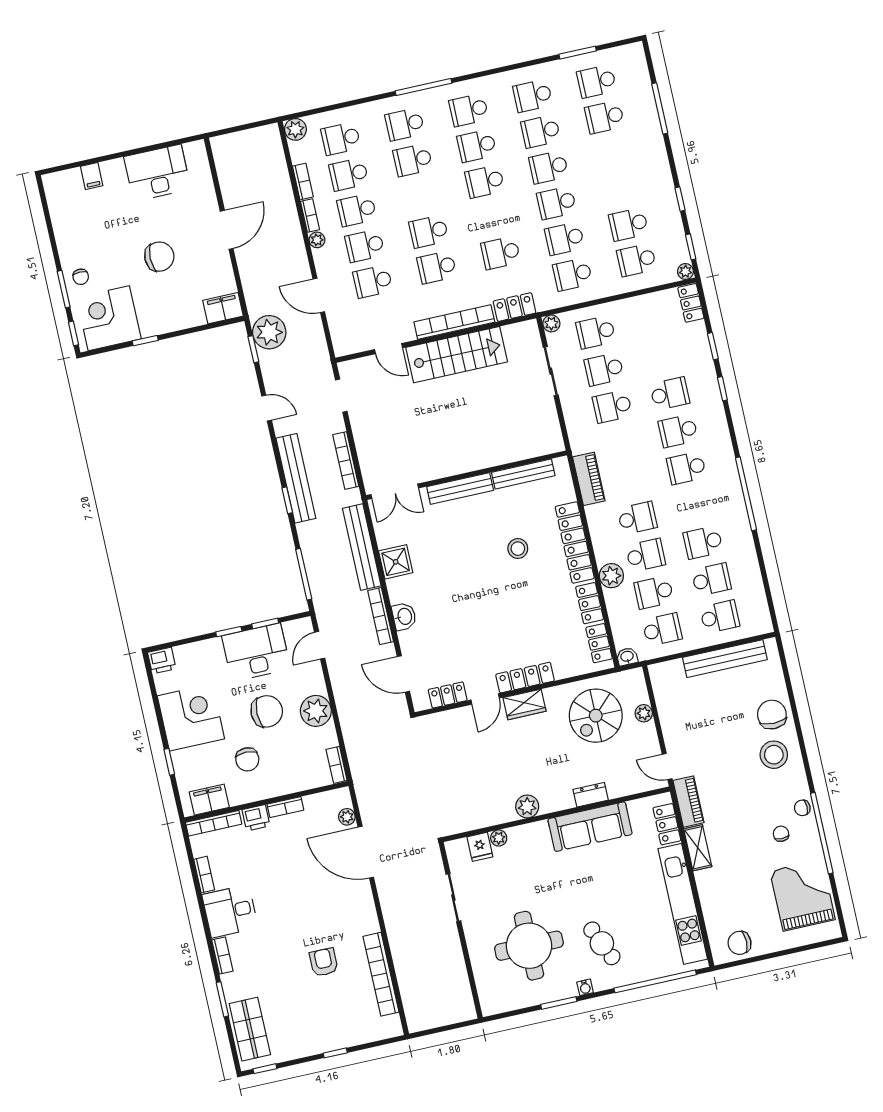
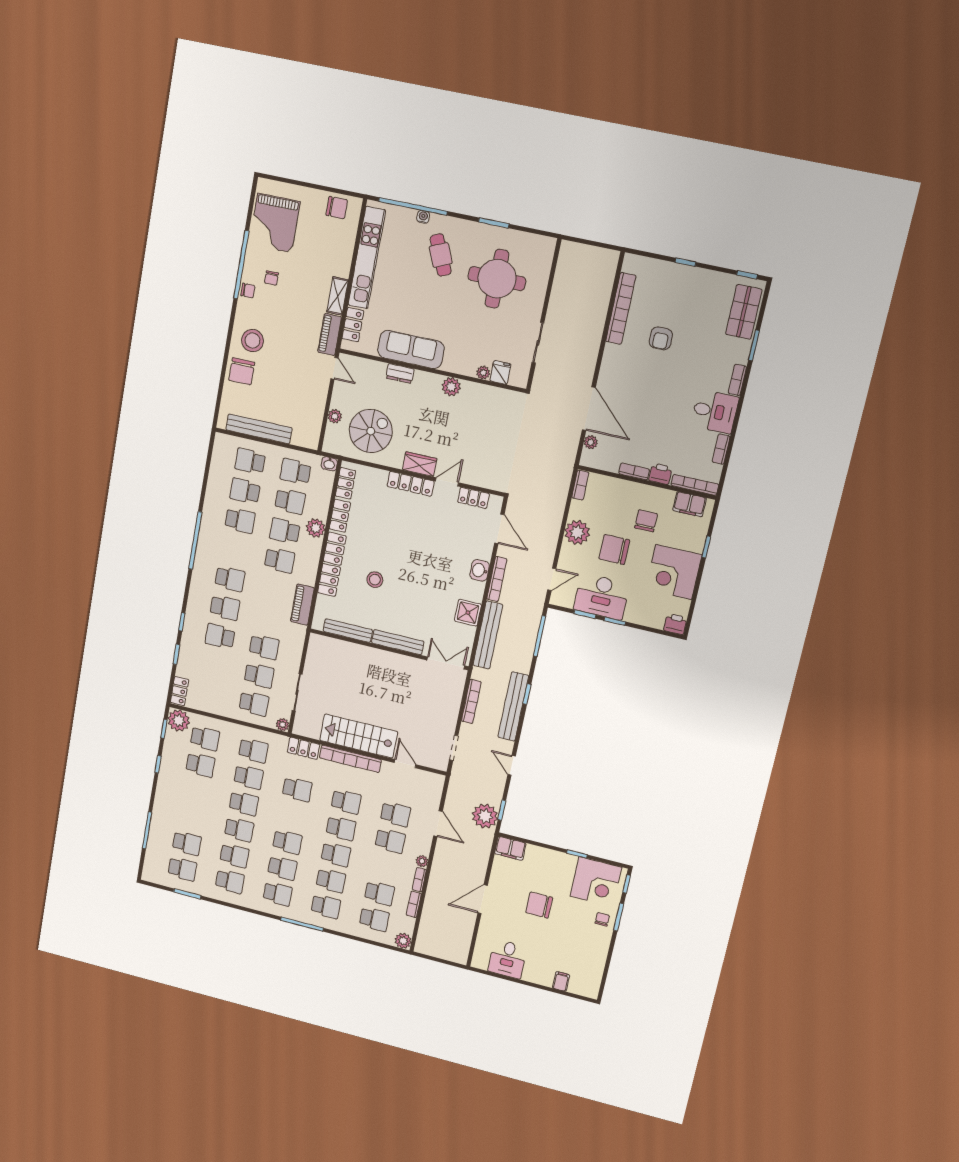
desk: (157, 173) -> (507, 959), width x0.73
school desk: (357, 210) -> (336, 854), moved
plant: (685, 271) -> (179, 720), width x1.88, depth x1.88
school desk: (637, 518) -> (280, 560), turned 180
water cooler: (585, 987) -> (423, 217), moved

